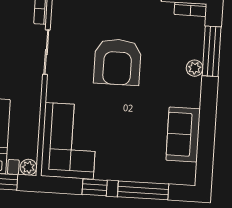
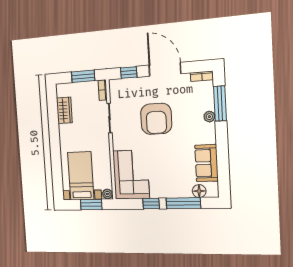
floor lamp: (168, 174) -> (199, 191), added

